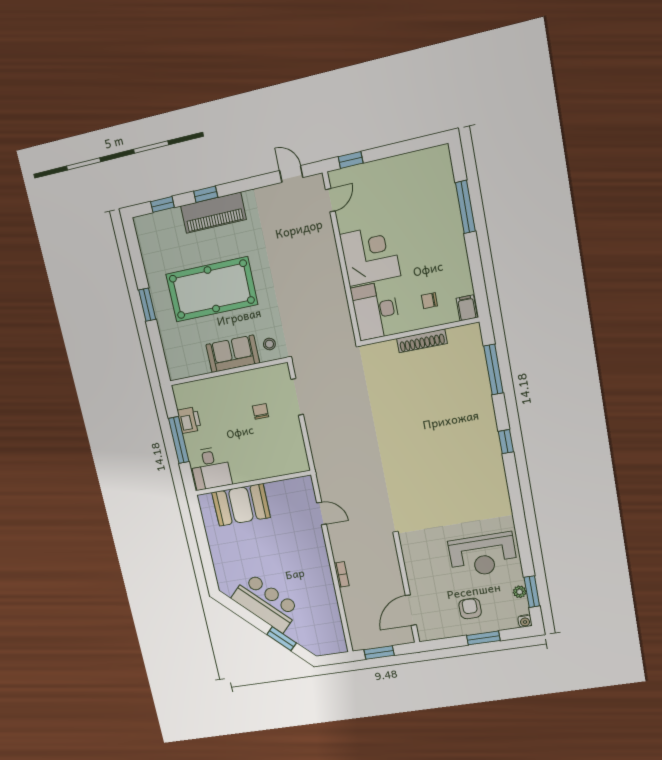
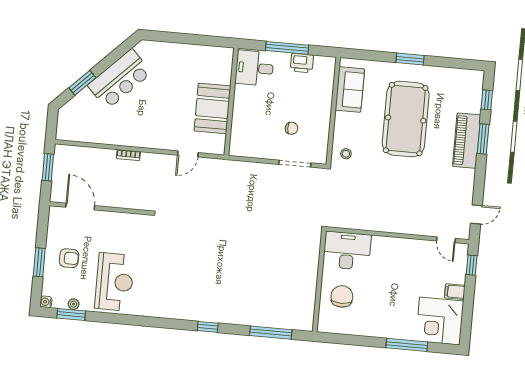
window: (206, 194) -> (483, 139), width x1.50
corner desk: (370, 255) -> (440, 321), moved, turned 90
chair: (429, 301) -> (342, 296), width x1.87, depth x1.87
filing cabinet: (467, 308) -> (455, 292), moved, turned 180
shoe rack: (422, 341) -> (311, 281), removed
sofa: (233, 354) -> (350, 90), moved
booth: (241, 505) -> (212, 108), moved
reception desk: (483, 555) -> (114, 282), turned 180

